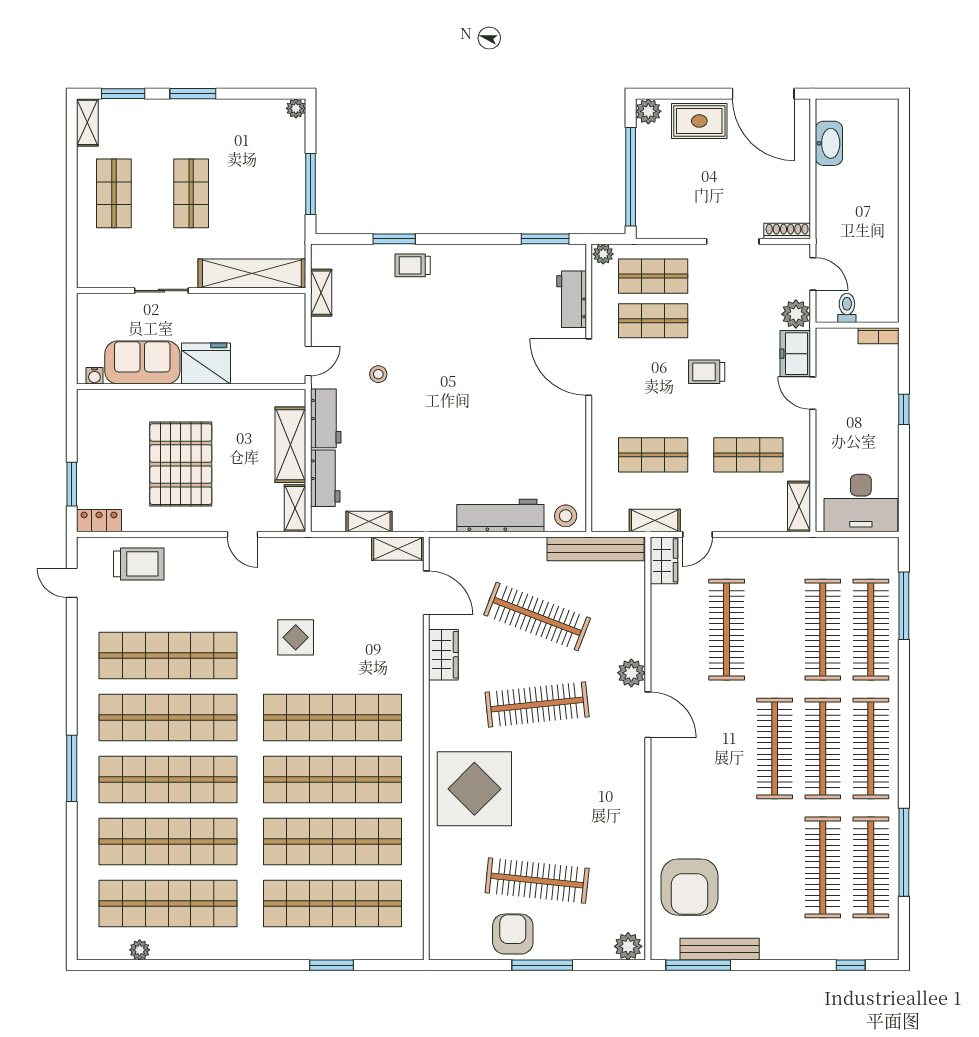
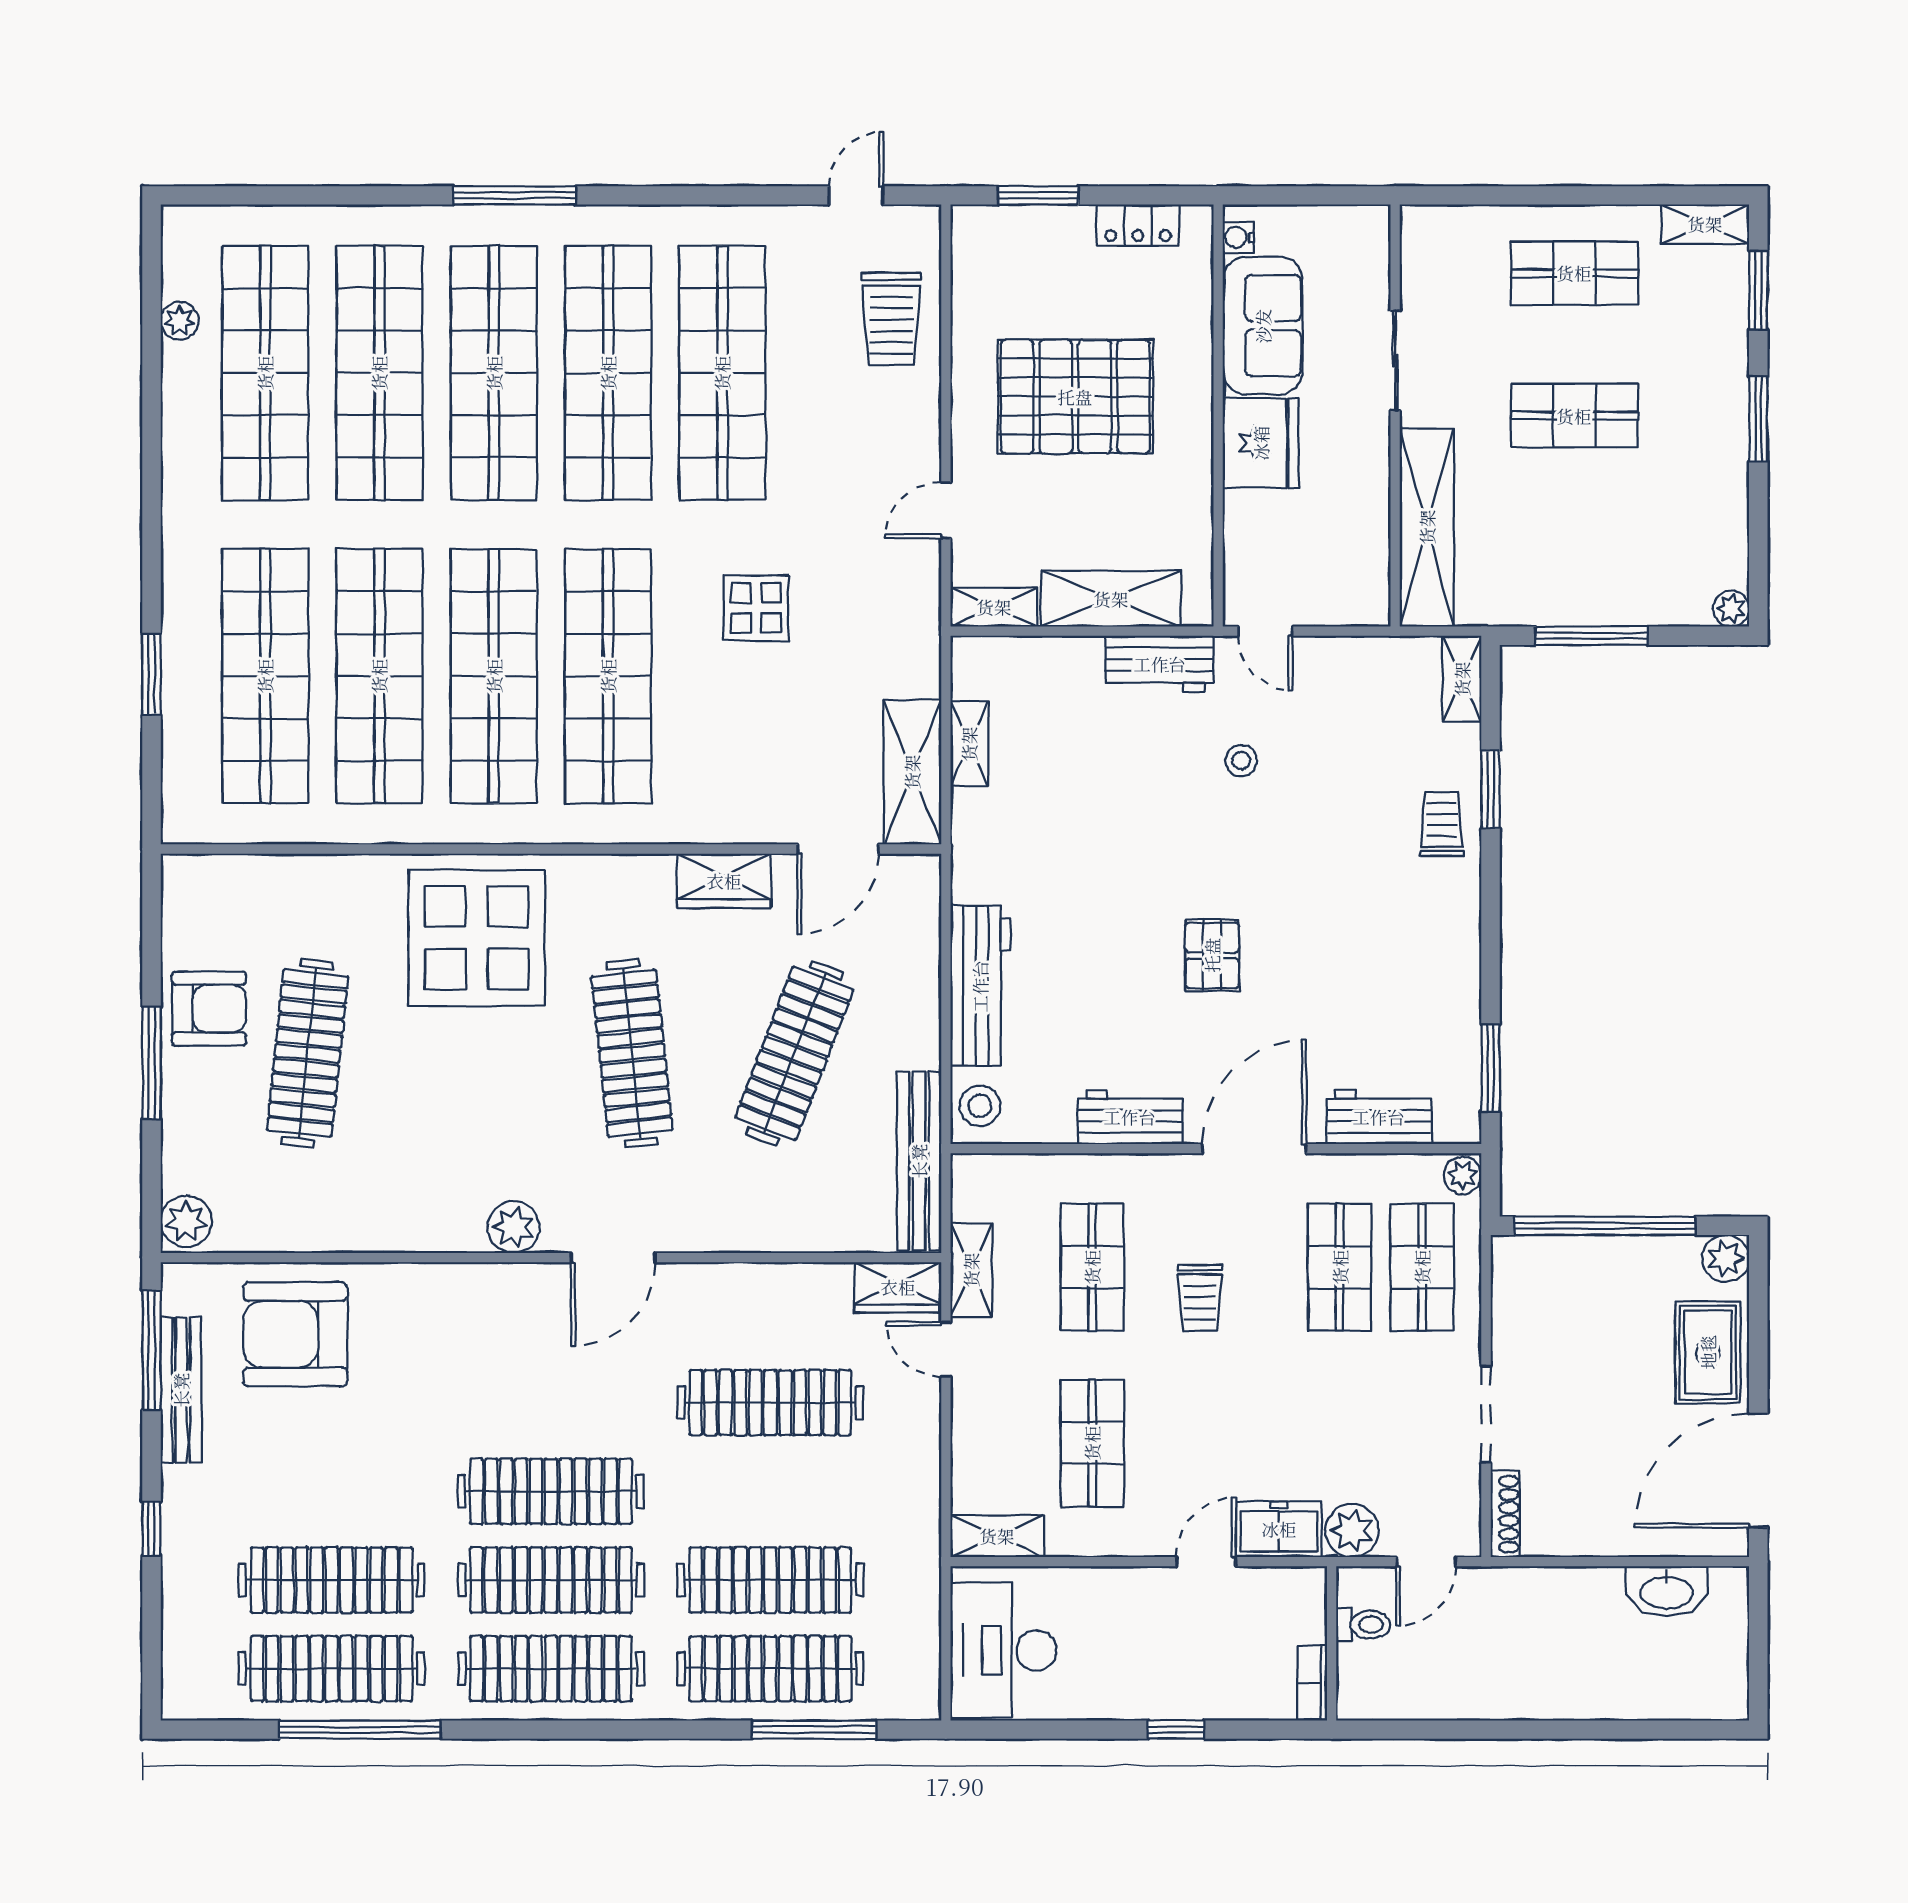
shelving: (321, 293) -> (1462, 679), moved, turned 90
trolley: (707, 372) -> (1200, 1298), moved, turned 180
pallet: (484, 390) -> (1212, 955), added
workbench: (325, 478) -> (1130, 1117), moved, turned 180
locker: (99, 521) -> (1138, 225), moved, turned 90
shelving: (398, 549) -> (912, 772), width x1.50, depth x1.33
plant: (631, 673) -> (514, 1227), moved
window: (851, 965) -> (151, 1529), moved

